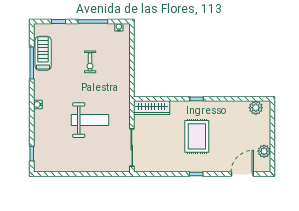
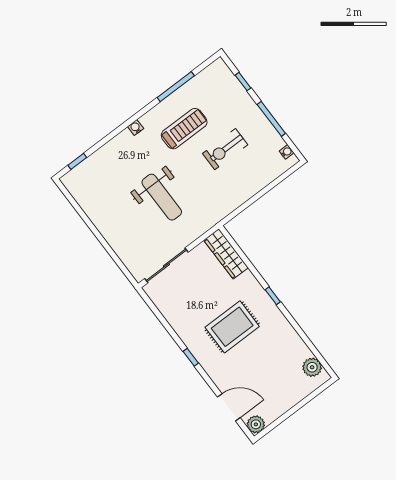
treadmill: (43, 53) -> (184, 129), moved
exercise bike: (90, 62) -> (225, 149), width x1.38, depth x1.39
plant: (264, 151) -> (256, 424), moved

